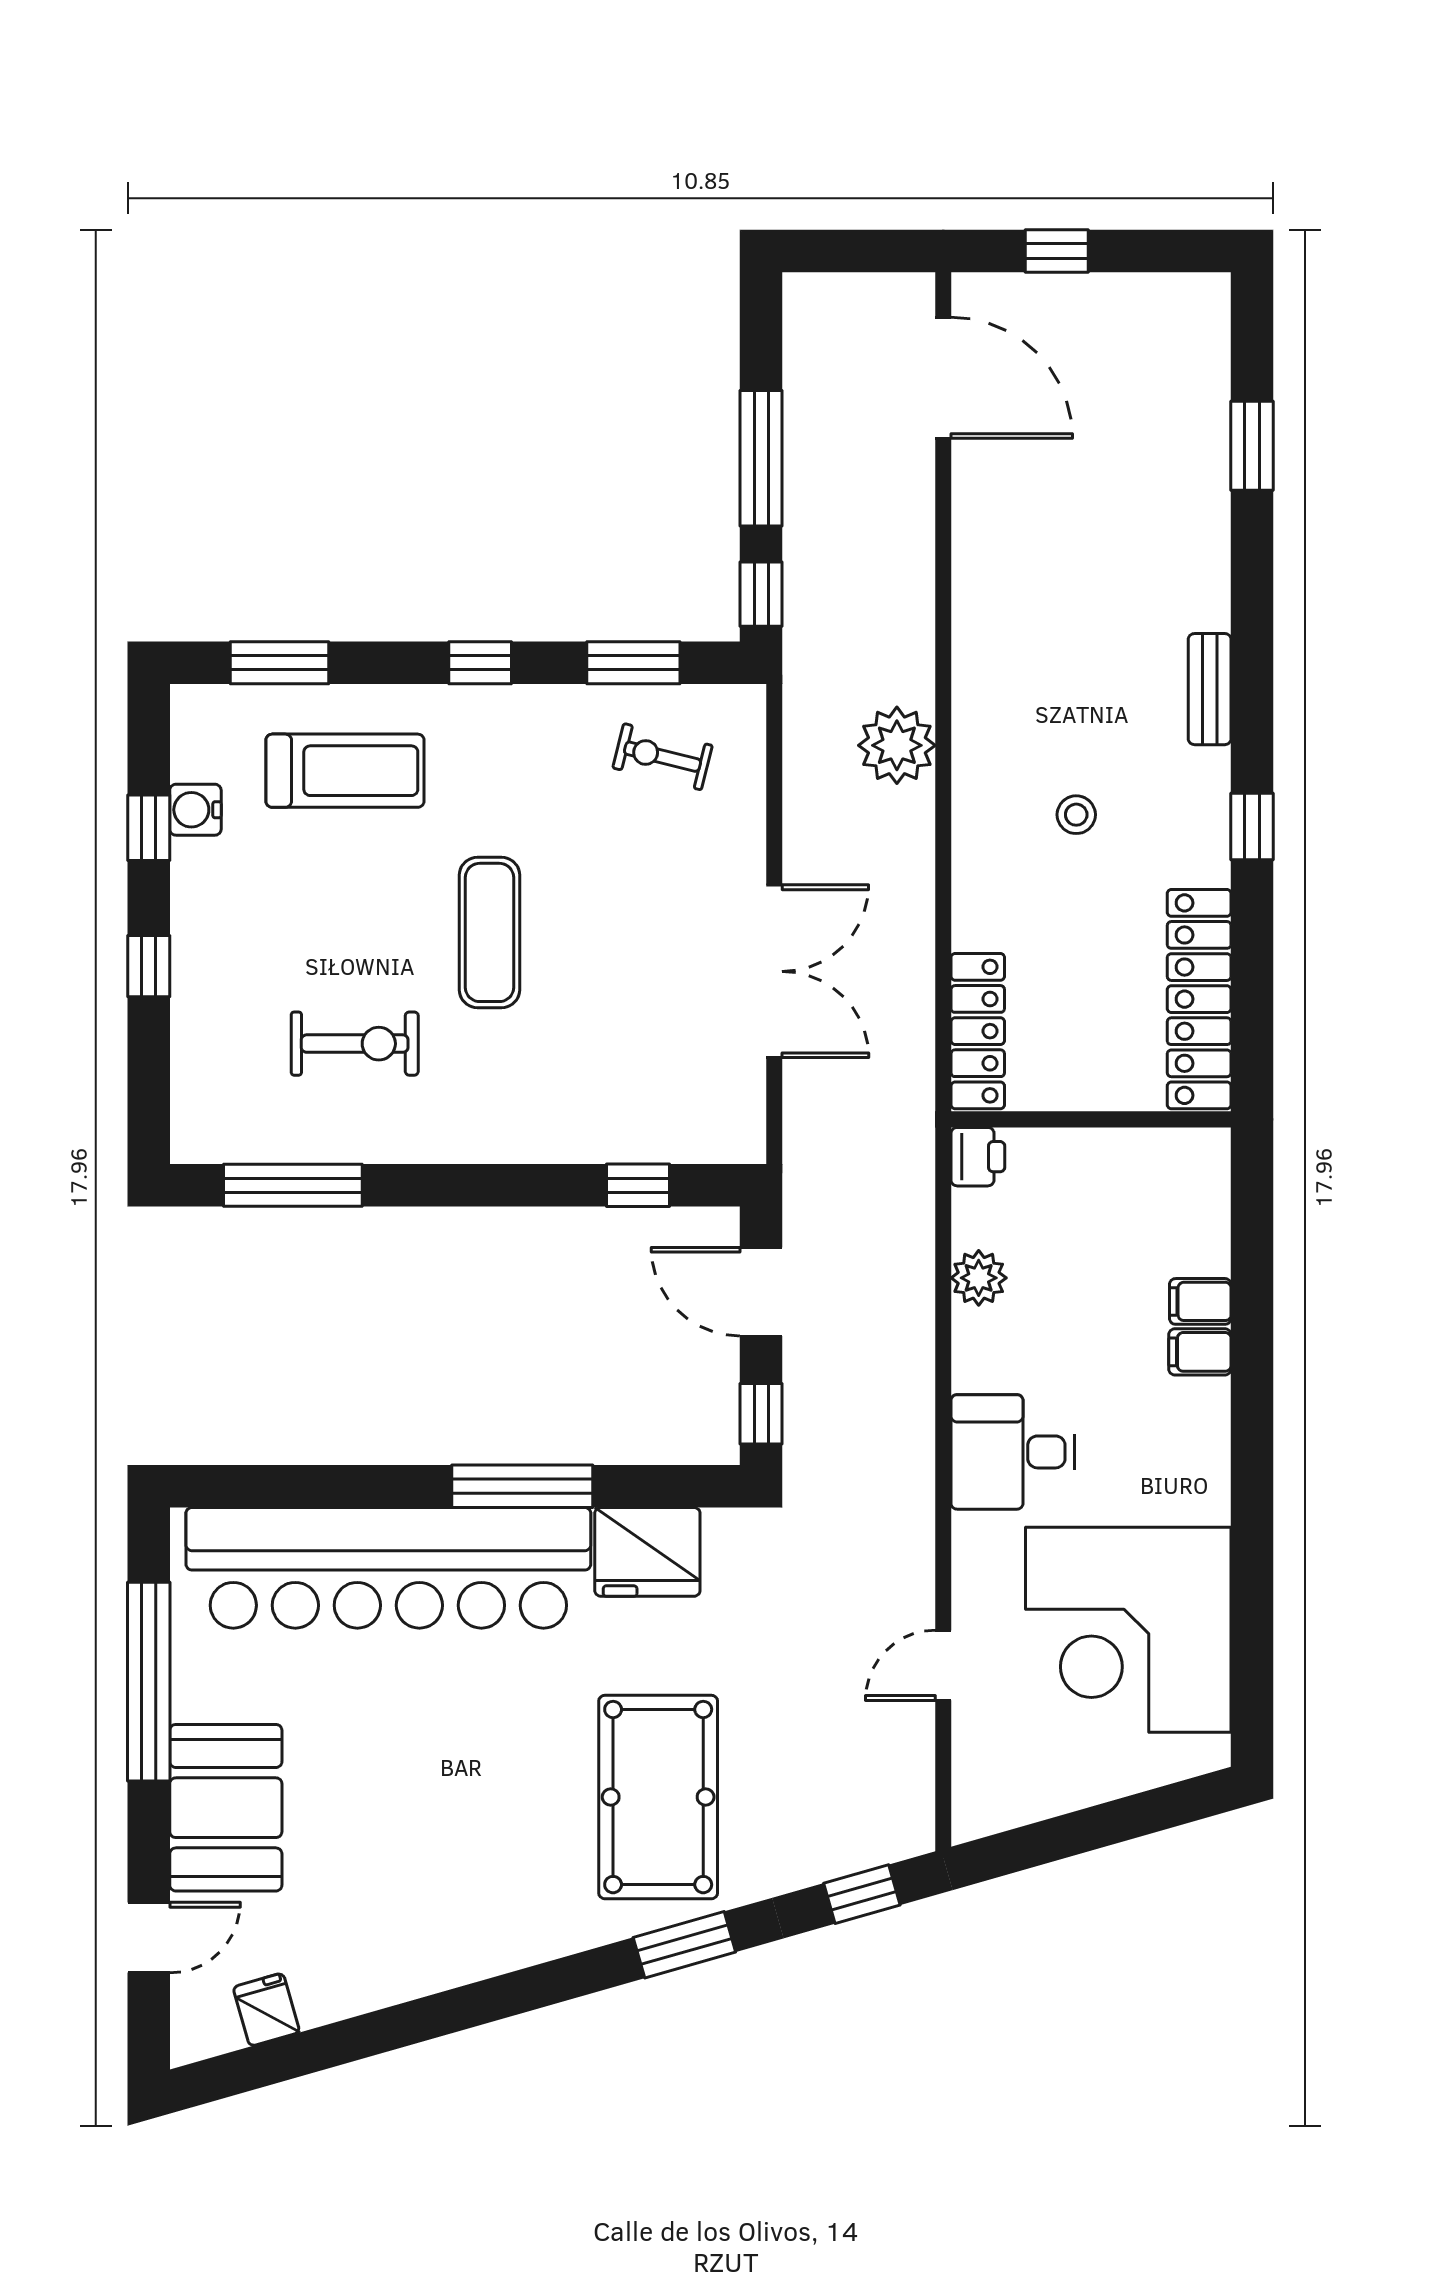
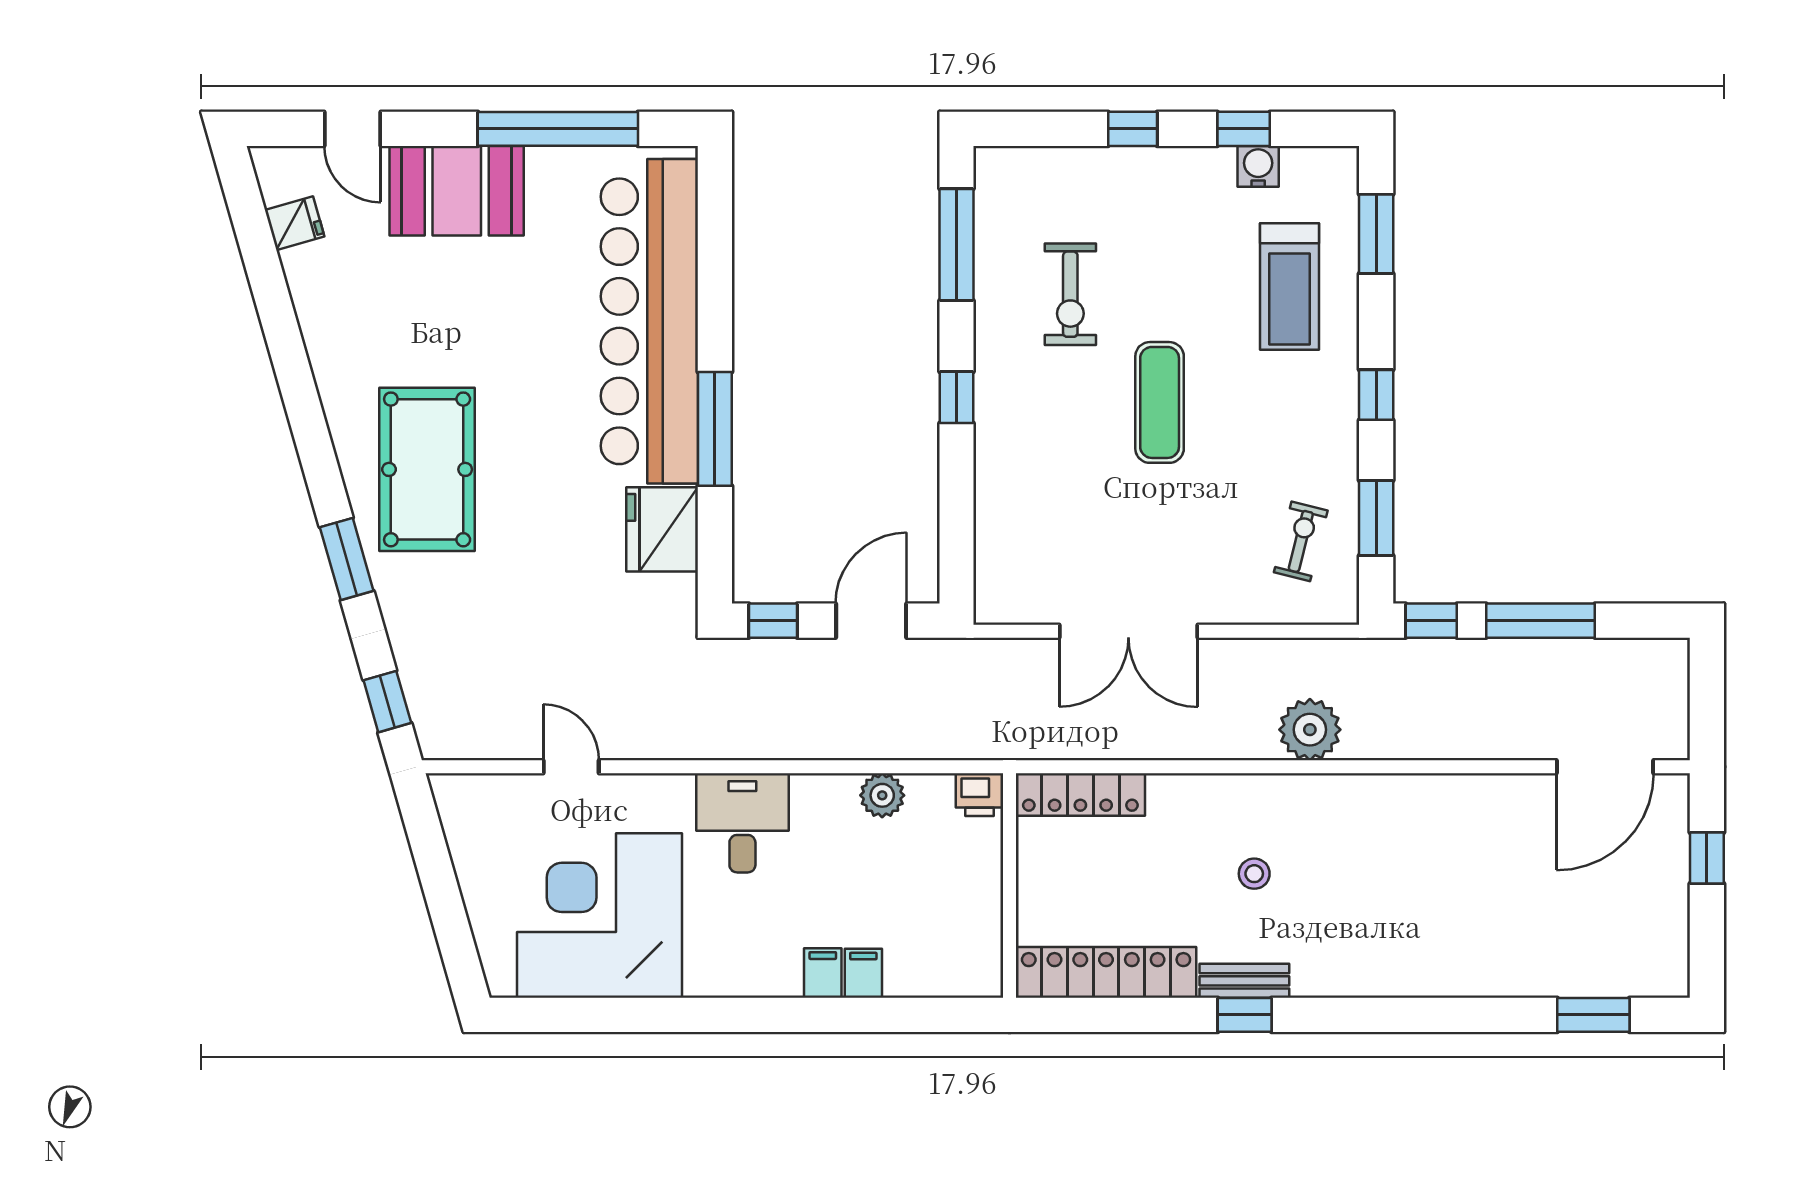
window: (1252, 446) -> (1593, 1015), moved
bench: (1210, 689) -> (1244, 981), moved
exercise mat: (489, 932) -> (1160, 402), turned 90
window: (638, 1185) -> (957, 397), moved
pool table: (658, 1797) -> (427, 469), moved, turned 90

